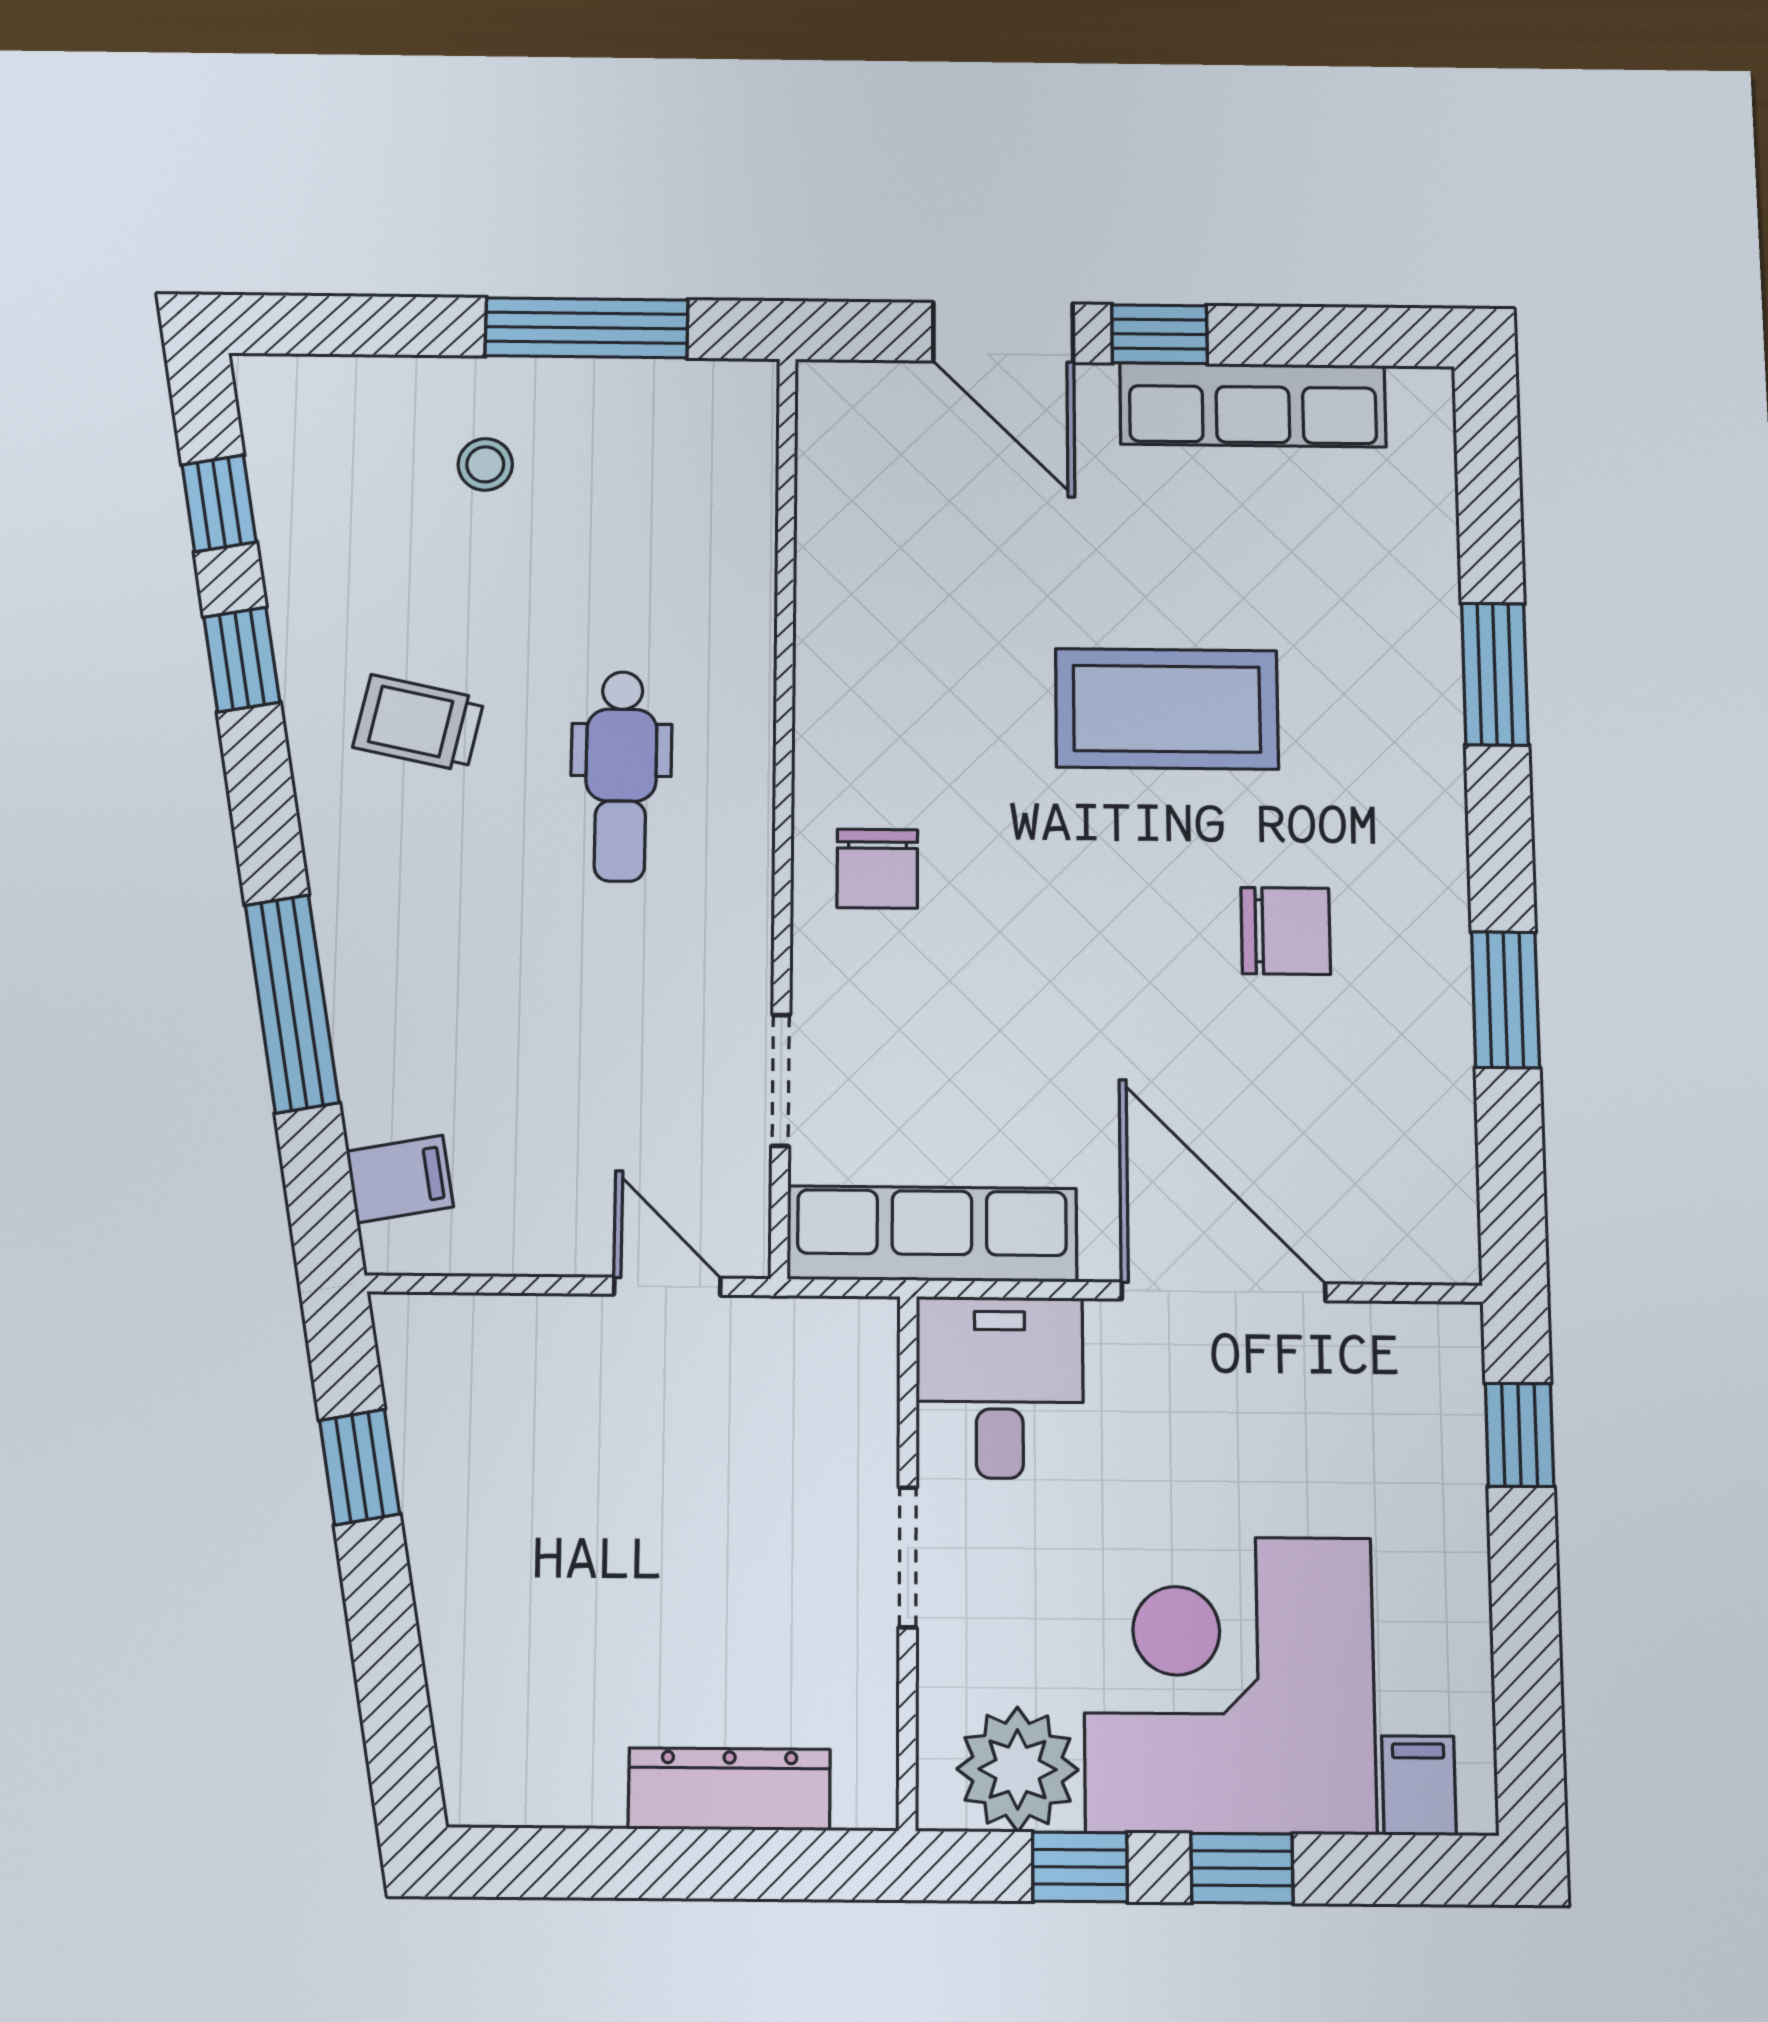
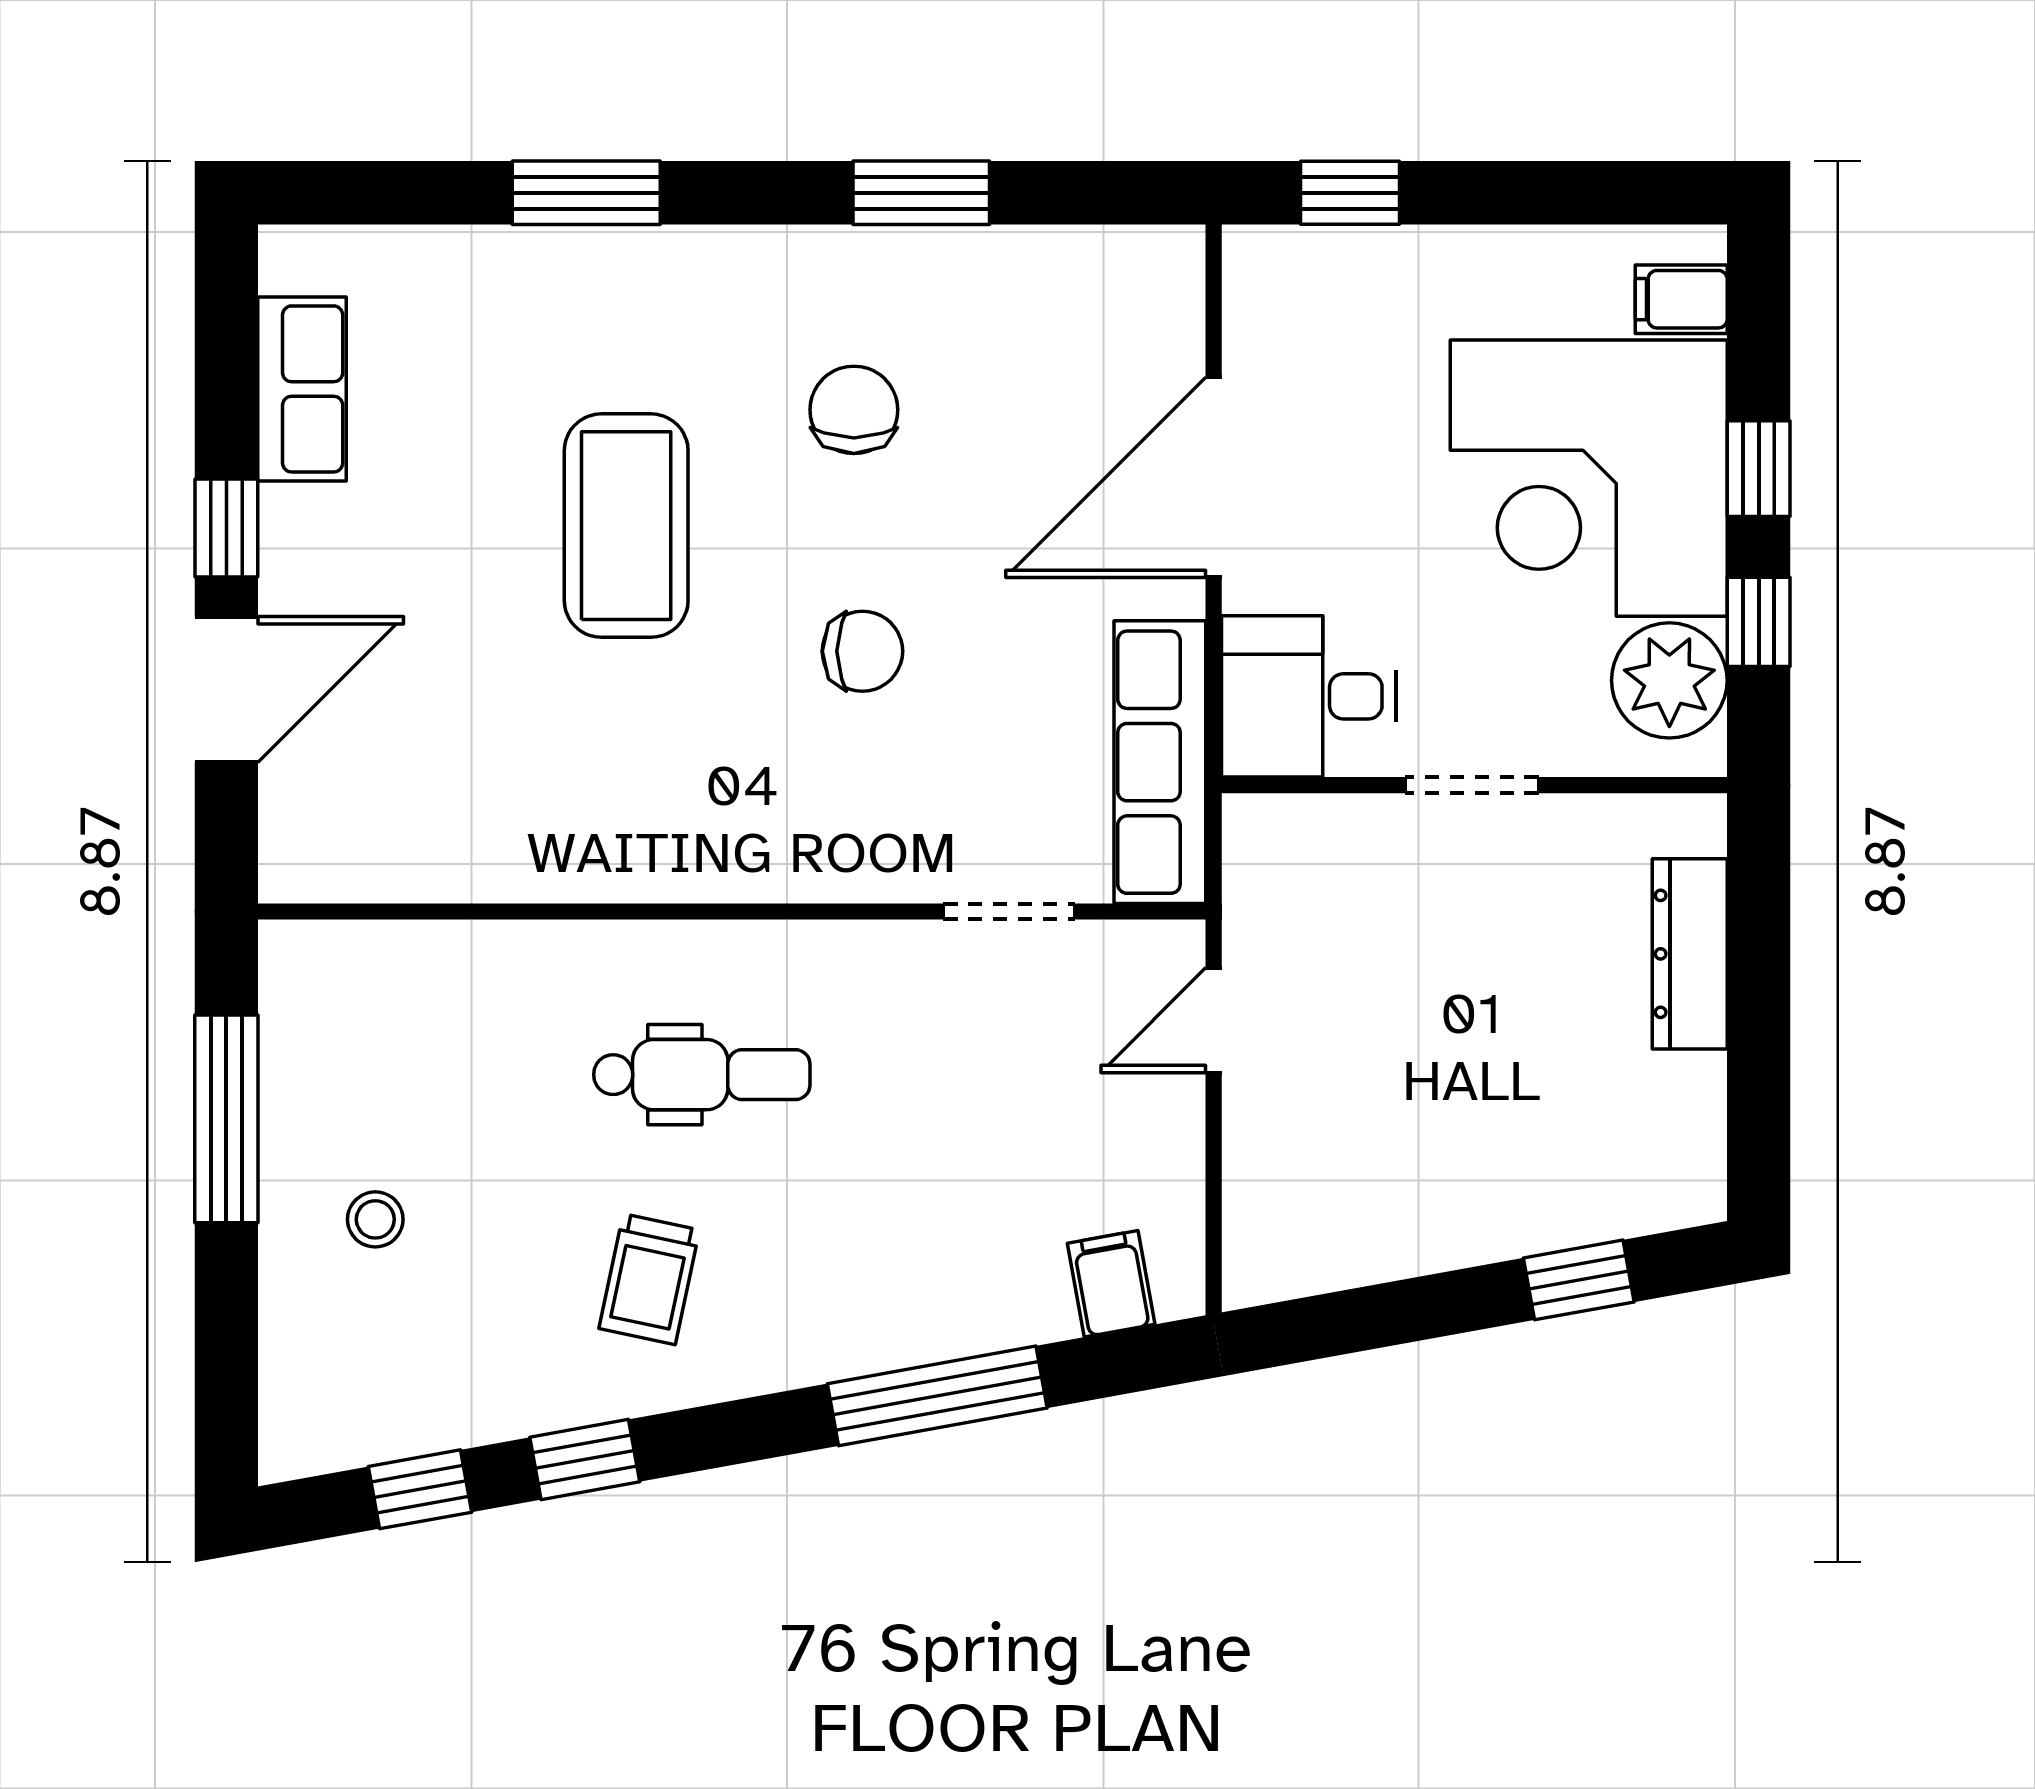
row of seats: (1253, 405) -> (302, 389), width x0.68
chair: (877, 869) -> (862, 651), moved
window: (360, 1467) -> (1579, 1280), moved

